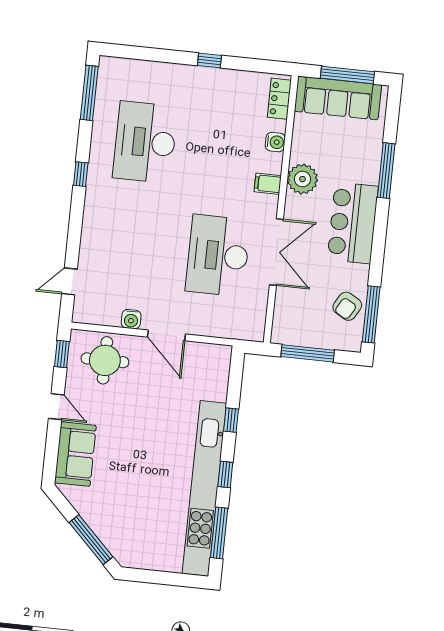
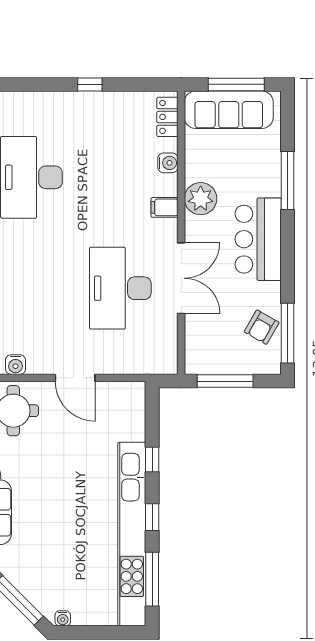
water cooler: (131, 319) -> (15, 365), moved
water cooler: (131, 561) -> (63, 618), added

